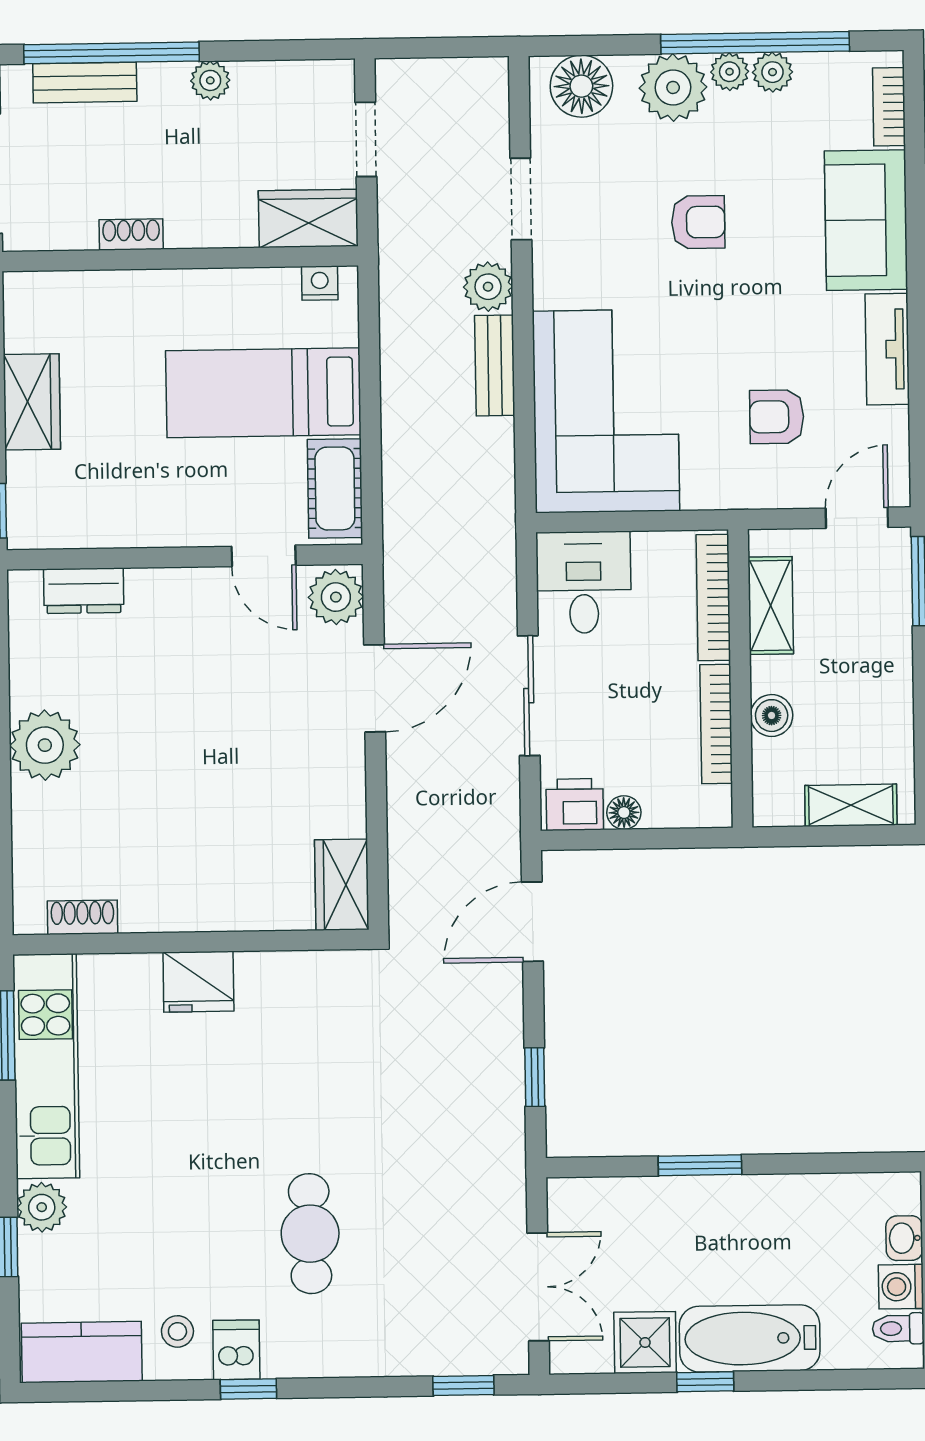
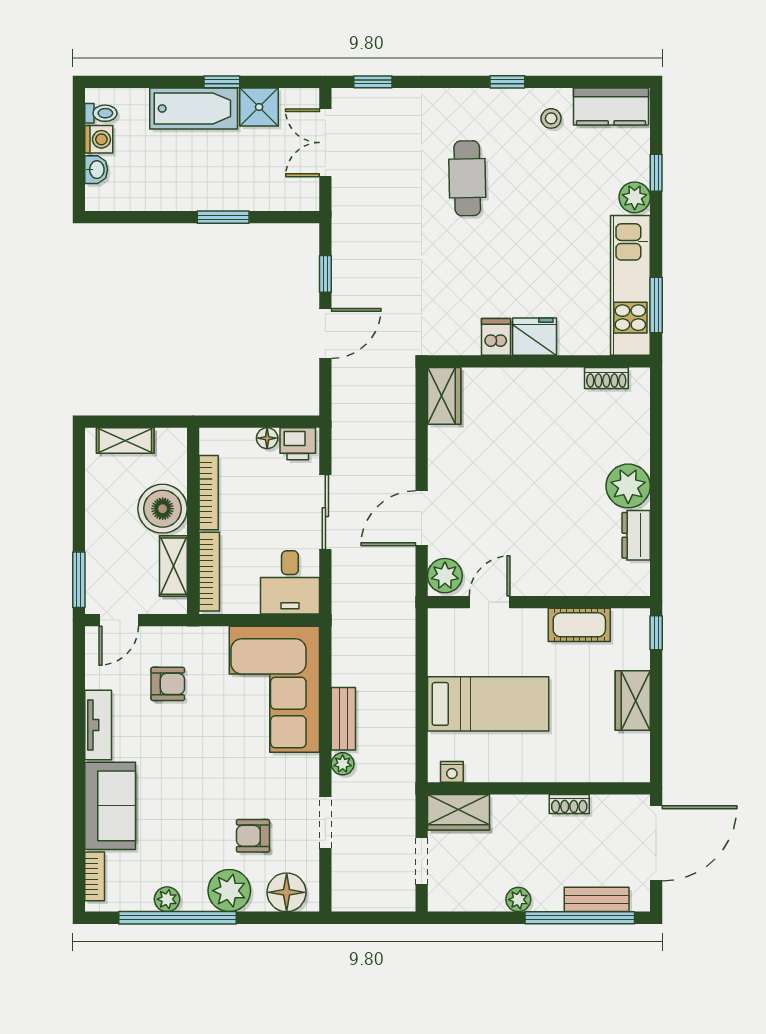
plant: (730, 72) -> (194, 900), removed
armchair: (698, 222) -> (253, 836), moved
plant: (488, 287) -> (343, 764), width x0.73, depth x0.73
cot: (335, 488) -> (579, 625), moved, turned 90
door: (264, 556) -> (490, 602), hinge flipped
dresser: (84, 591) -> (636, 535), moved, turned -90
boiler: (772, 716) -> (163, 509), width x1.86, depth x1.86
door: (532, 922) -> (325, 333), moved
dishwasher: (236, 1350) -> (496, 337), moved, turned 180

